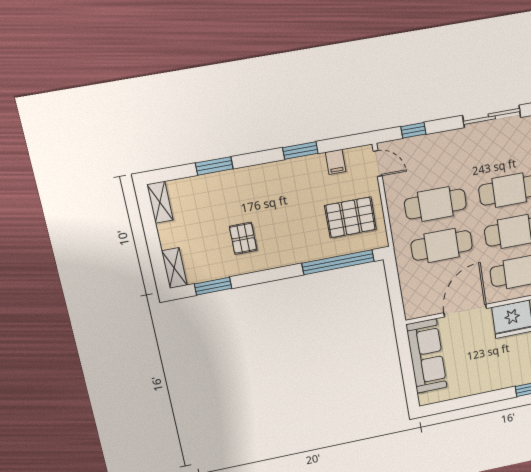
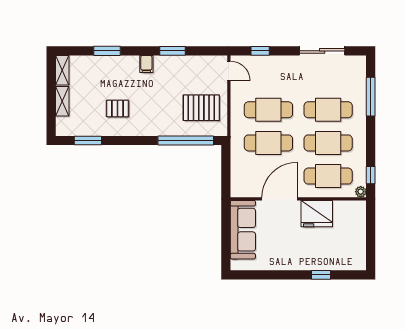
filing cabinet: (336, 162) -> (146, 64), moved
pallet: (243, 238) -> (118, 108), turned 90
shelving: (174, 268) -> (62, 101), moved

